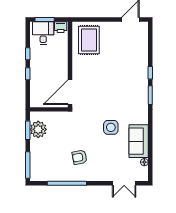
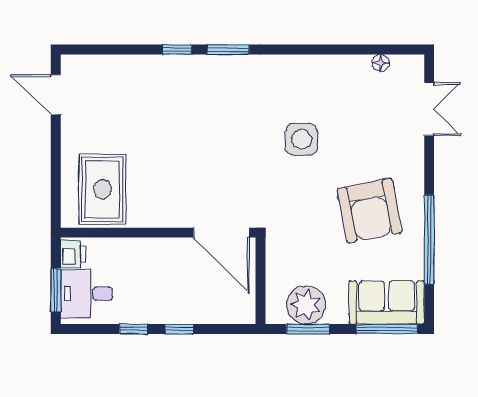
rug: (89, 40) -> (102, 189), turned 90
sofa: (139, 141) -> (387, 302), moved, turned 180
armchair: (80, 157) -> (370, 211), width x1.88, depth x1.88

